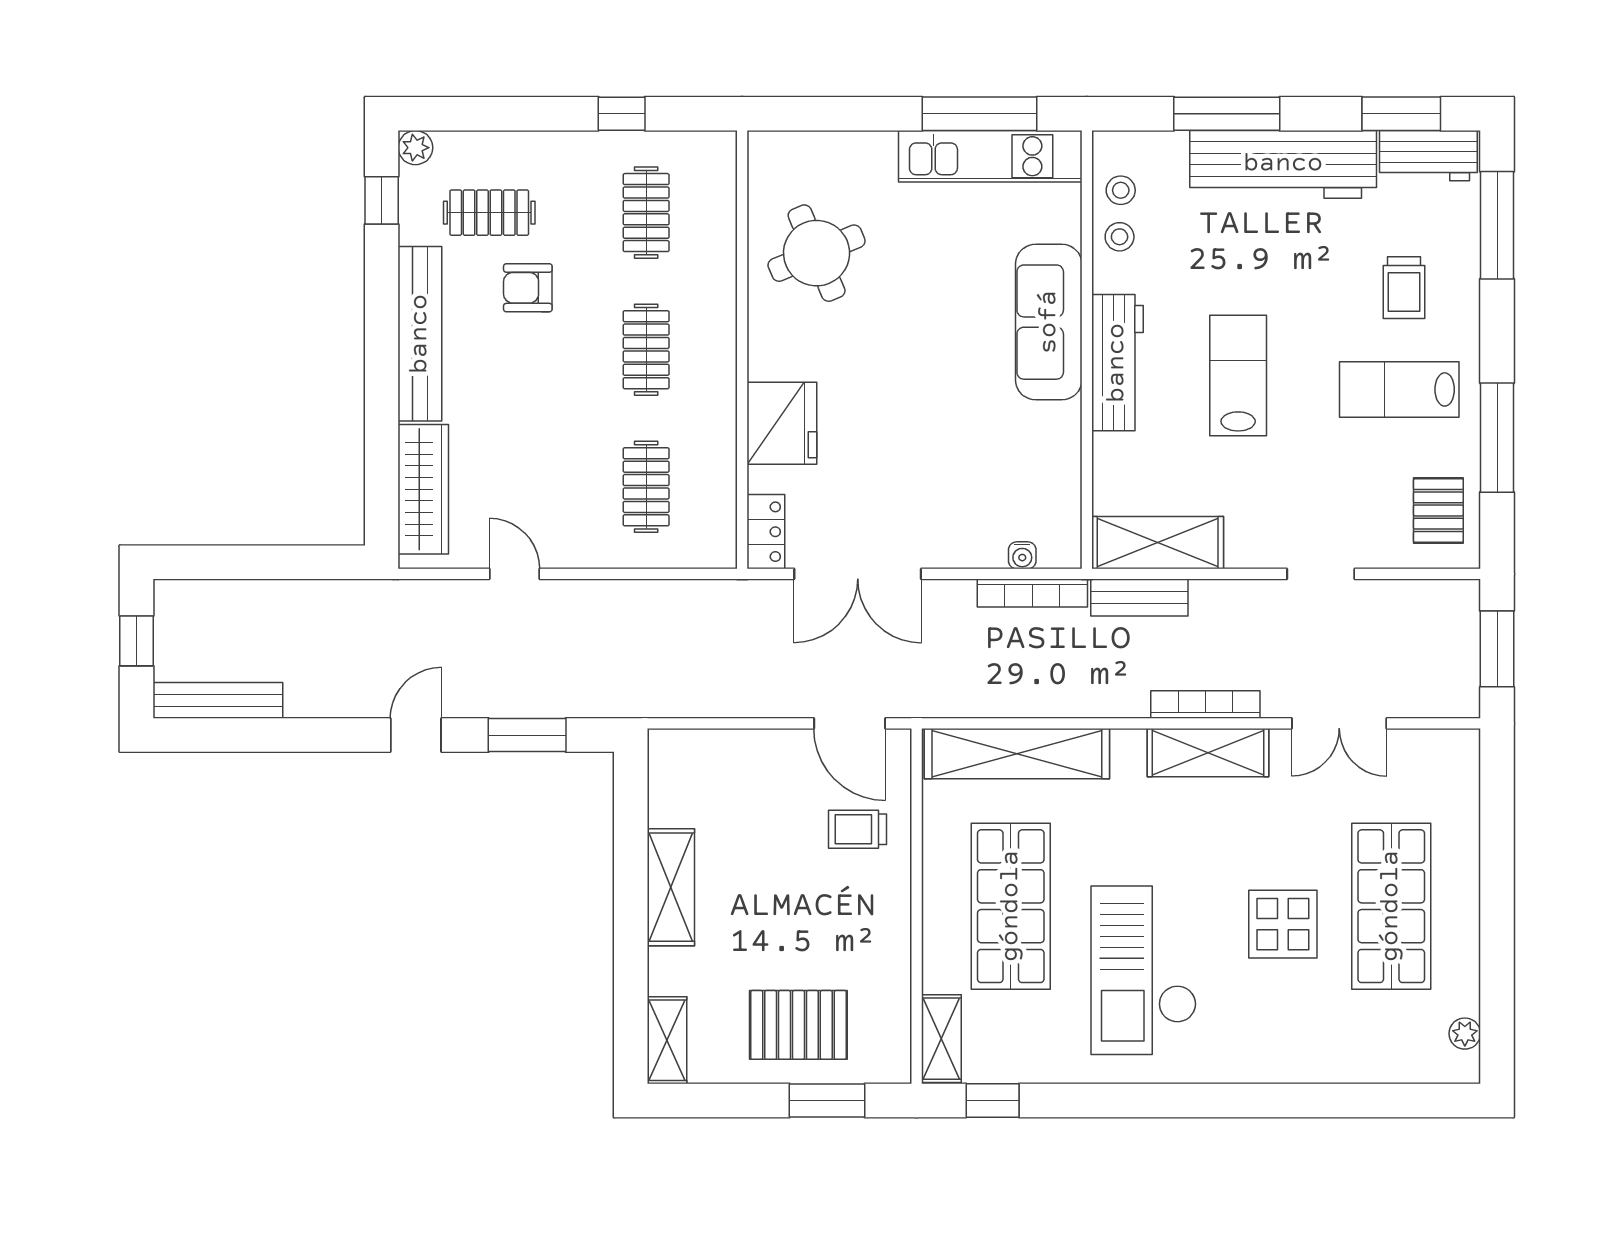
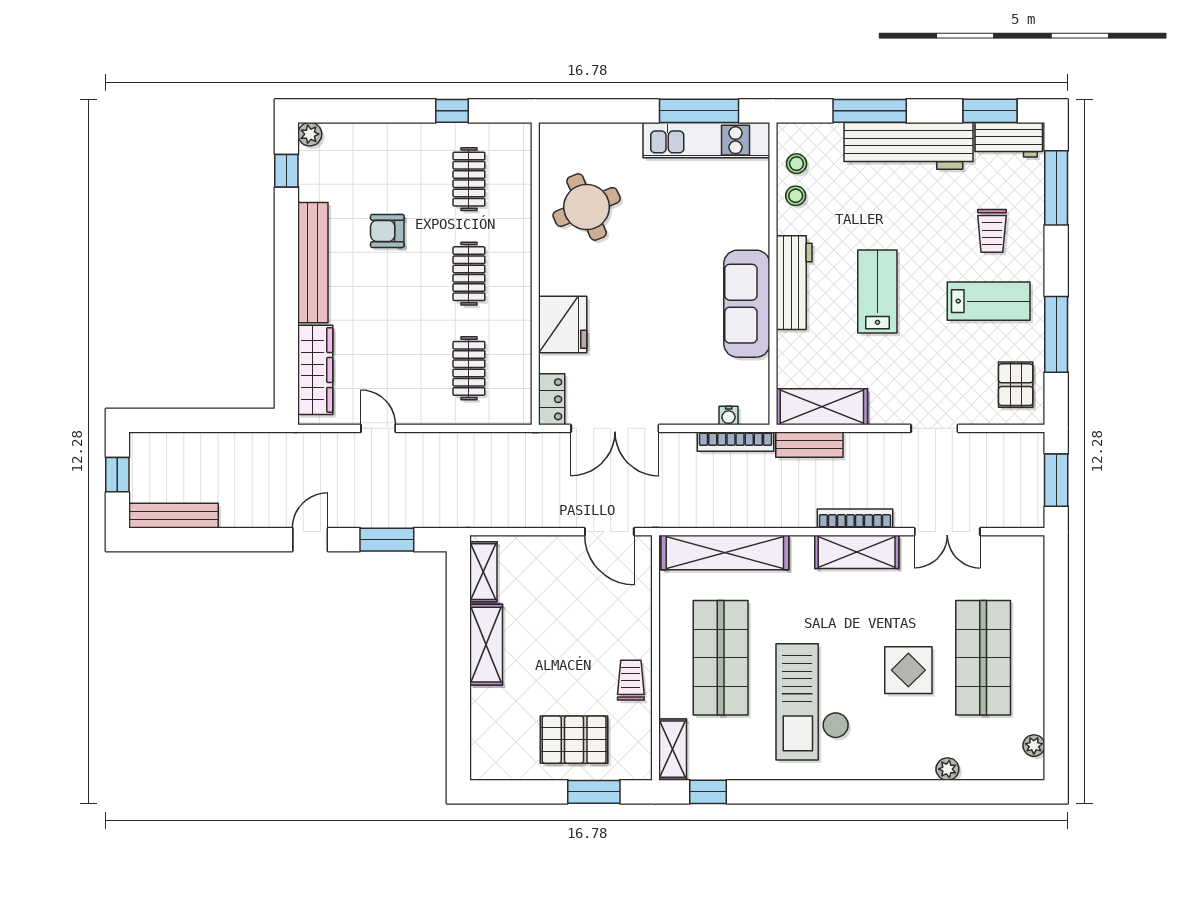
clothes rail: (489, 213) -> (361, 179), removed
sofa: (1049, 322) -> (747, 304), moved
lab bench: (1399, 389) -> (989, 301), turned 180
trolley: (857, 829) -> (631, 680), moved, turned 90
shelving: (667, 1040) -> (483, 572), moved
plant: (1339, 1068) -> (947, 769), added

